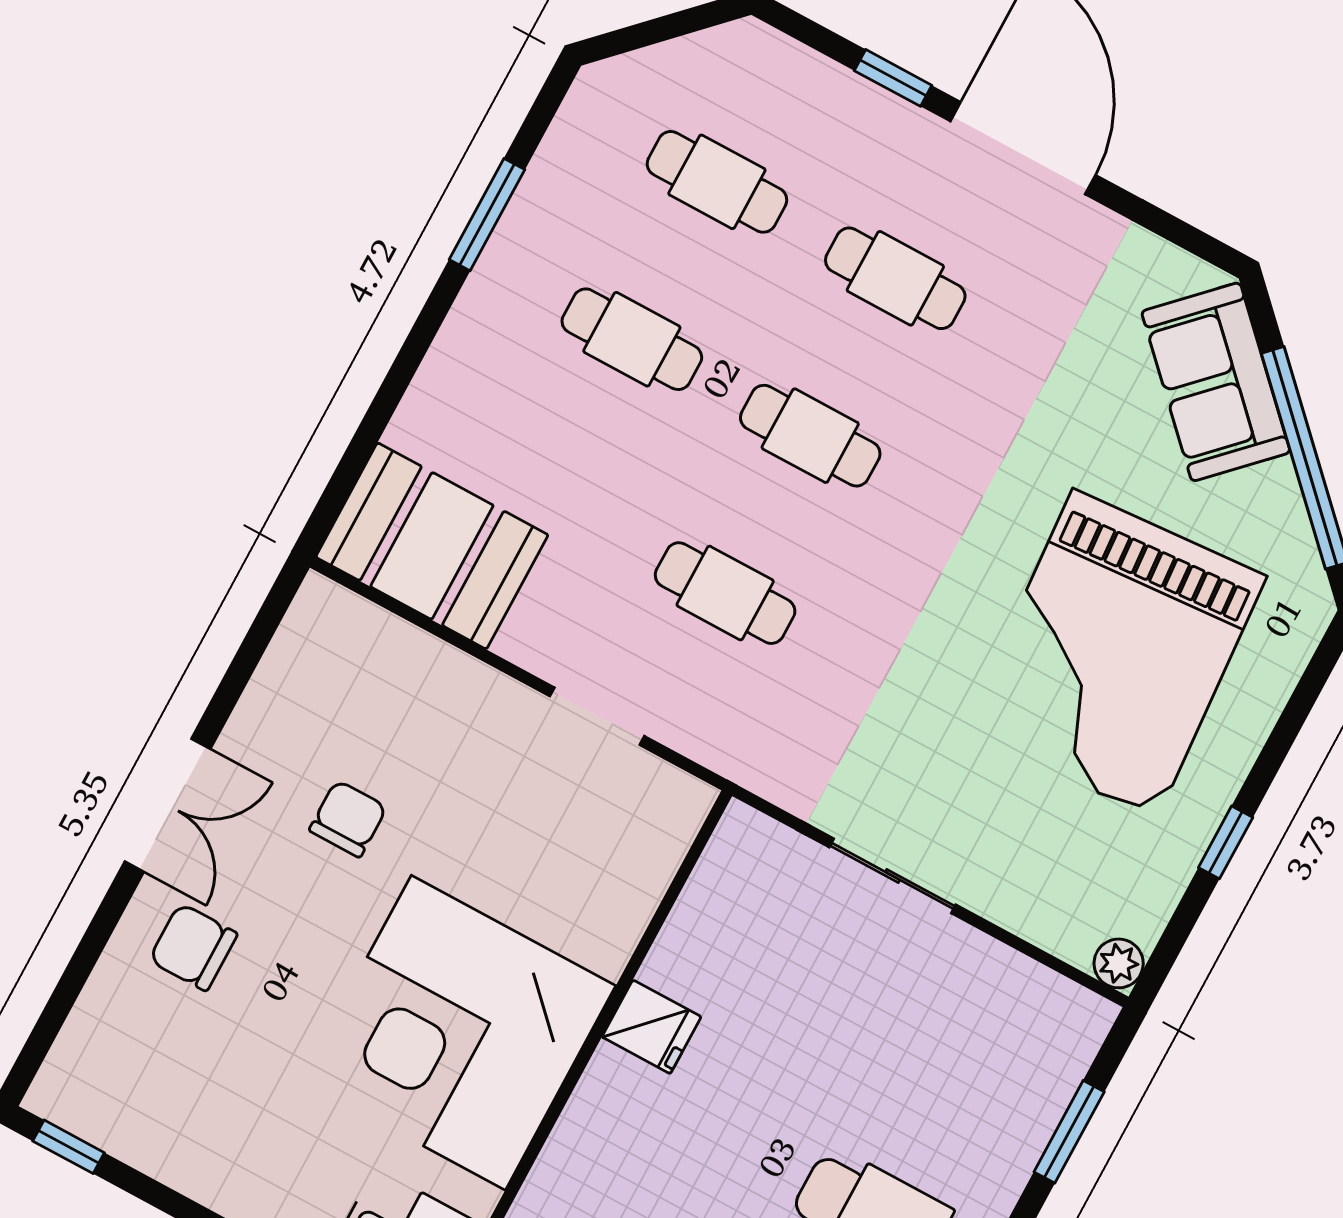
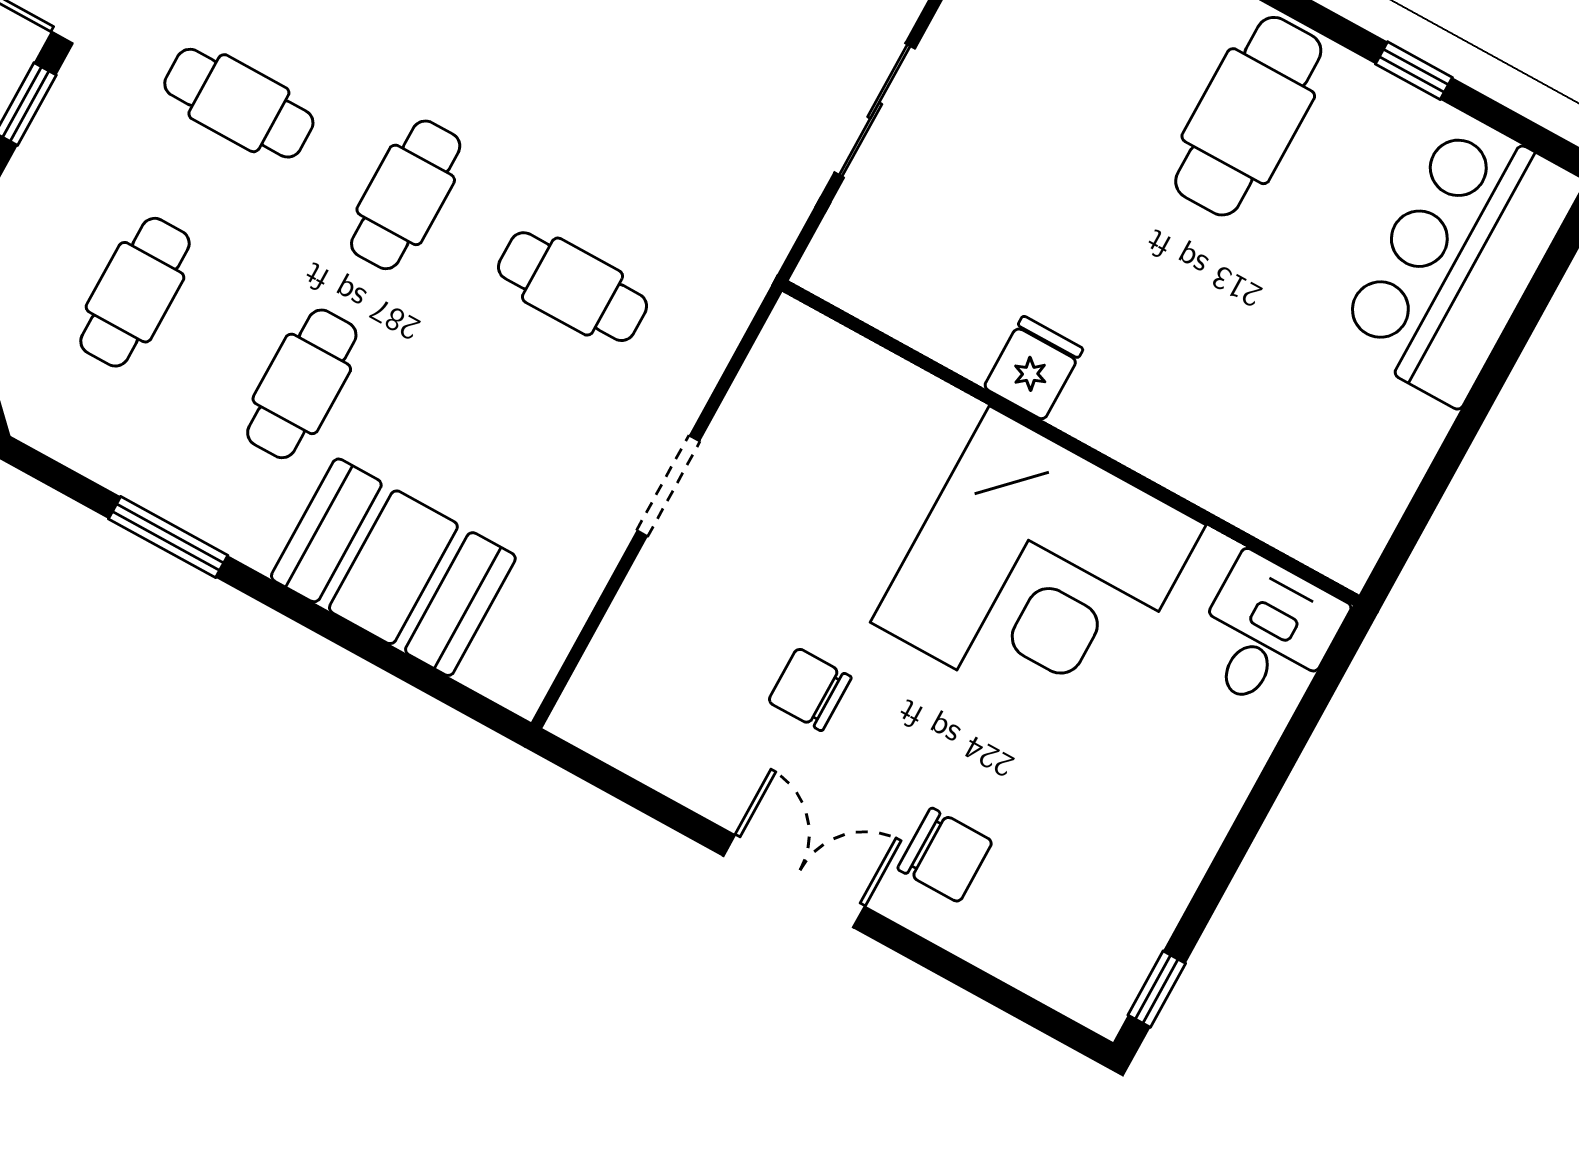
cafe table: (895, 278) -> (239, 103), turned 90
booth: (432, 546) -> (393, 567), moved, turned 90
cafe table: (725, 593) -> (572, 287), turned 90
doorway: (597, 716) -> (668, 486), moved
chair: (193, 947) -> (945, 855), turned -90

